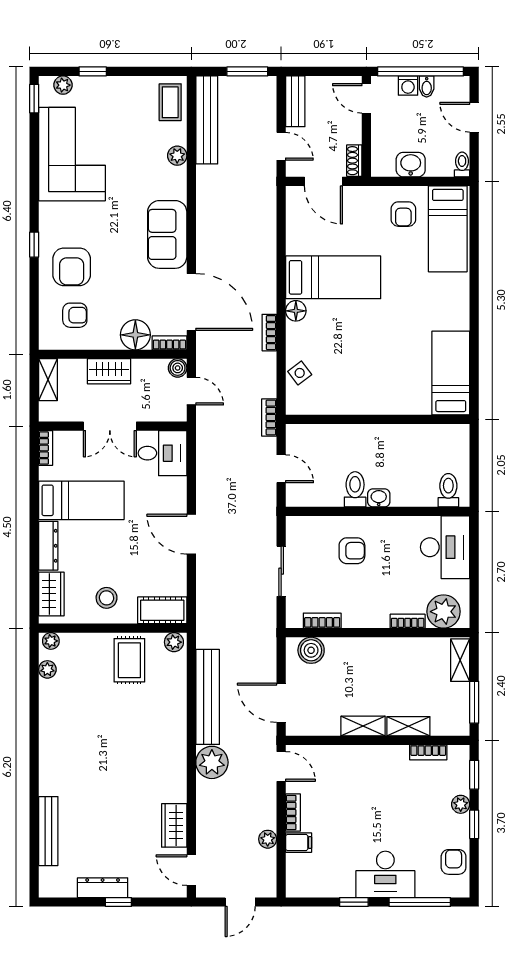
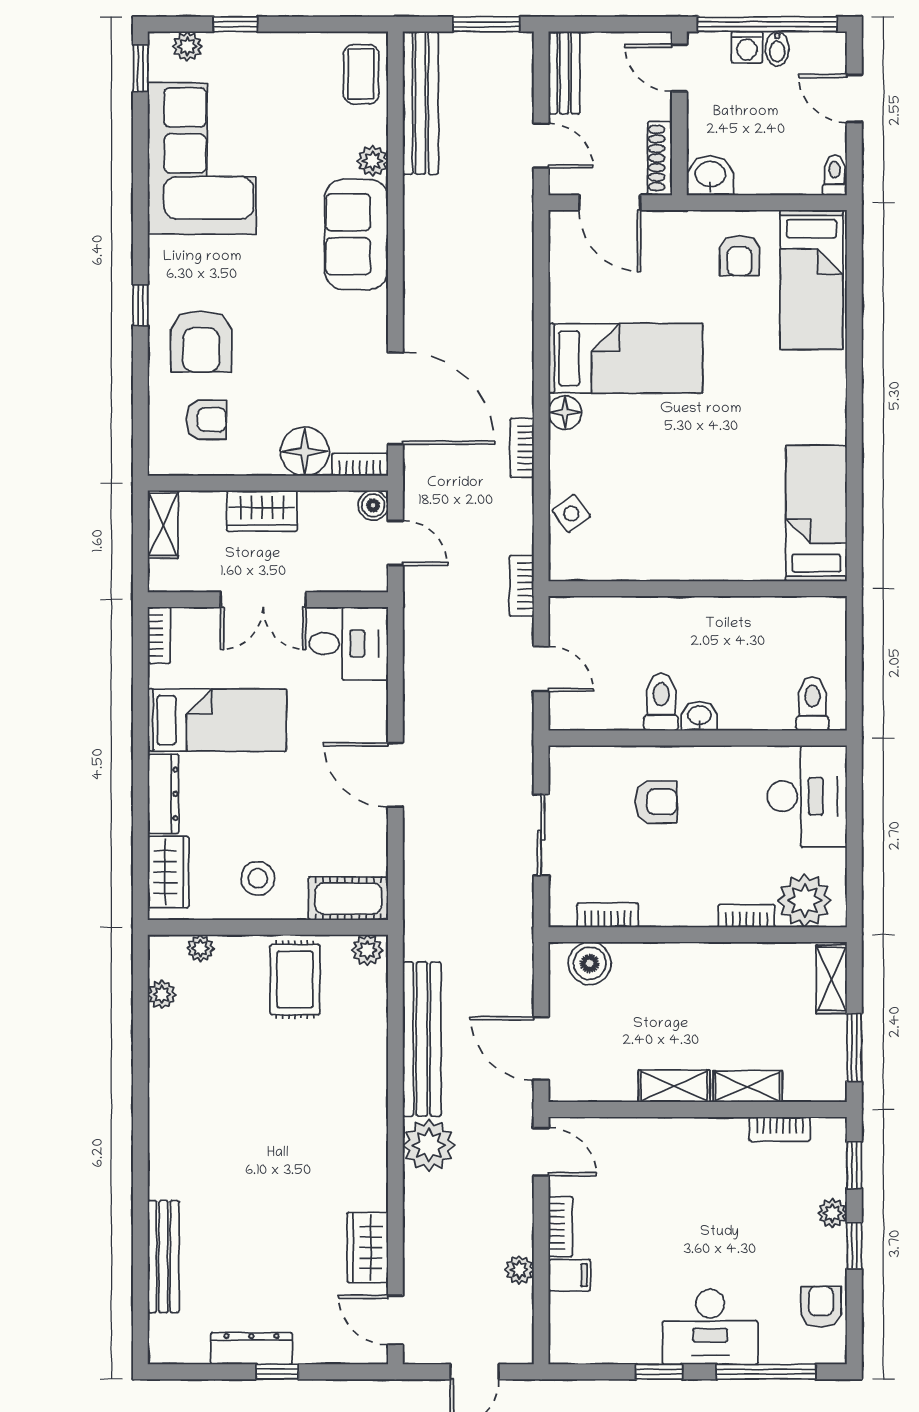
shoe rack: (354, 161) -> (660, 158), width x1.43
washbasin: (411, 165) -> (710, 175), moved
sofa: (167, 234) -> (356, 234), moved
plant: (51, 641) -> (200, 948), moved

